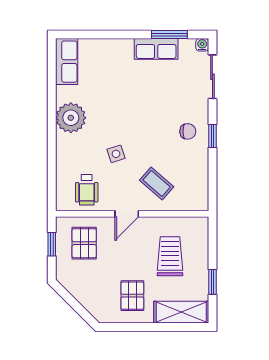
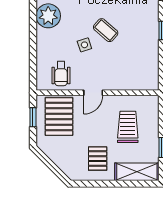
chair: (188, 131) -> (142, 27), removed
coffee table: (157, 184) -> (106, 30), moved
pallet: (84, 243) -> (59, 116), width x1.50, depth x1.42

